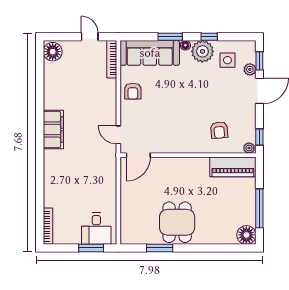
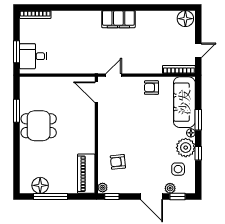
floor lamp: (246, 235) -> (40, 185), moved

